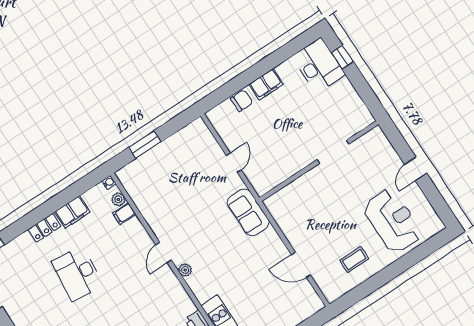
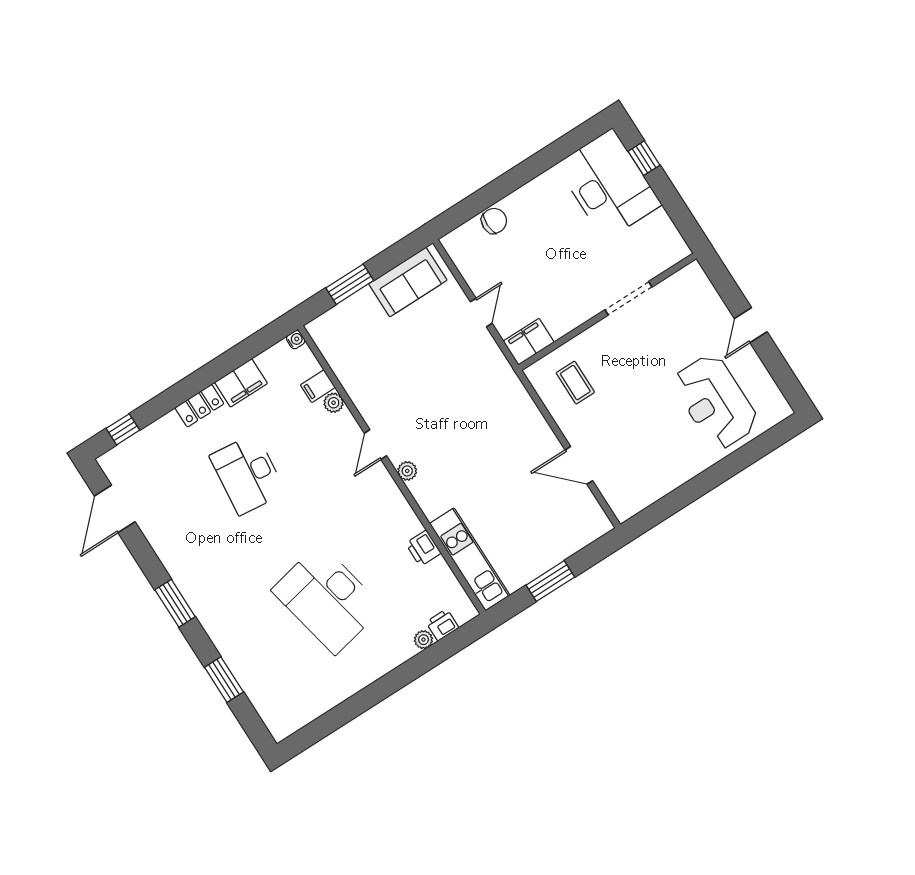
desk: (319, 65) -> (609, 185), width x1.36, depth x1.30
filing cabinet: (266, 84) -> (529, 342), moved, turned 180
plant: (118, 199) -> (334, 403), moved
sofa: (248, 212) -> (408, 282), moved, turned -90
reception desk: (392, 221) -> (715, 402), turned 180
coffee table: (354, 260) -> (575, 383), moved, turned 90

